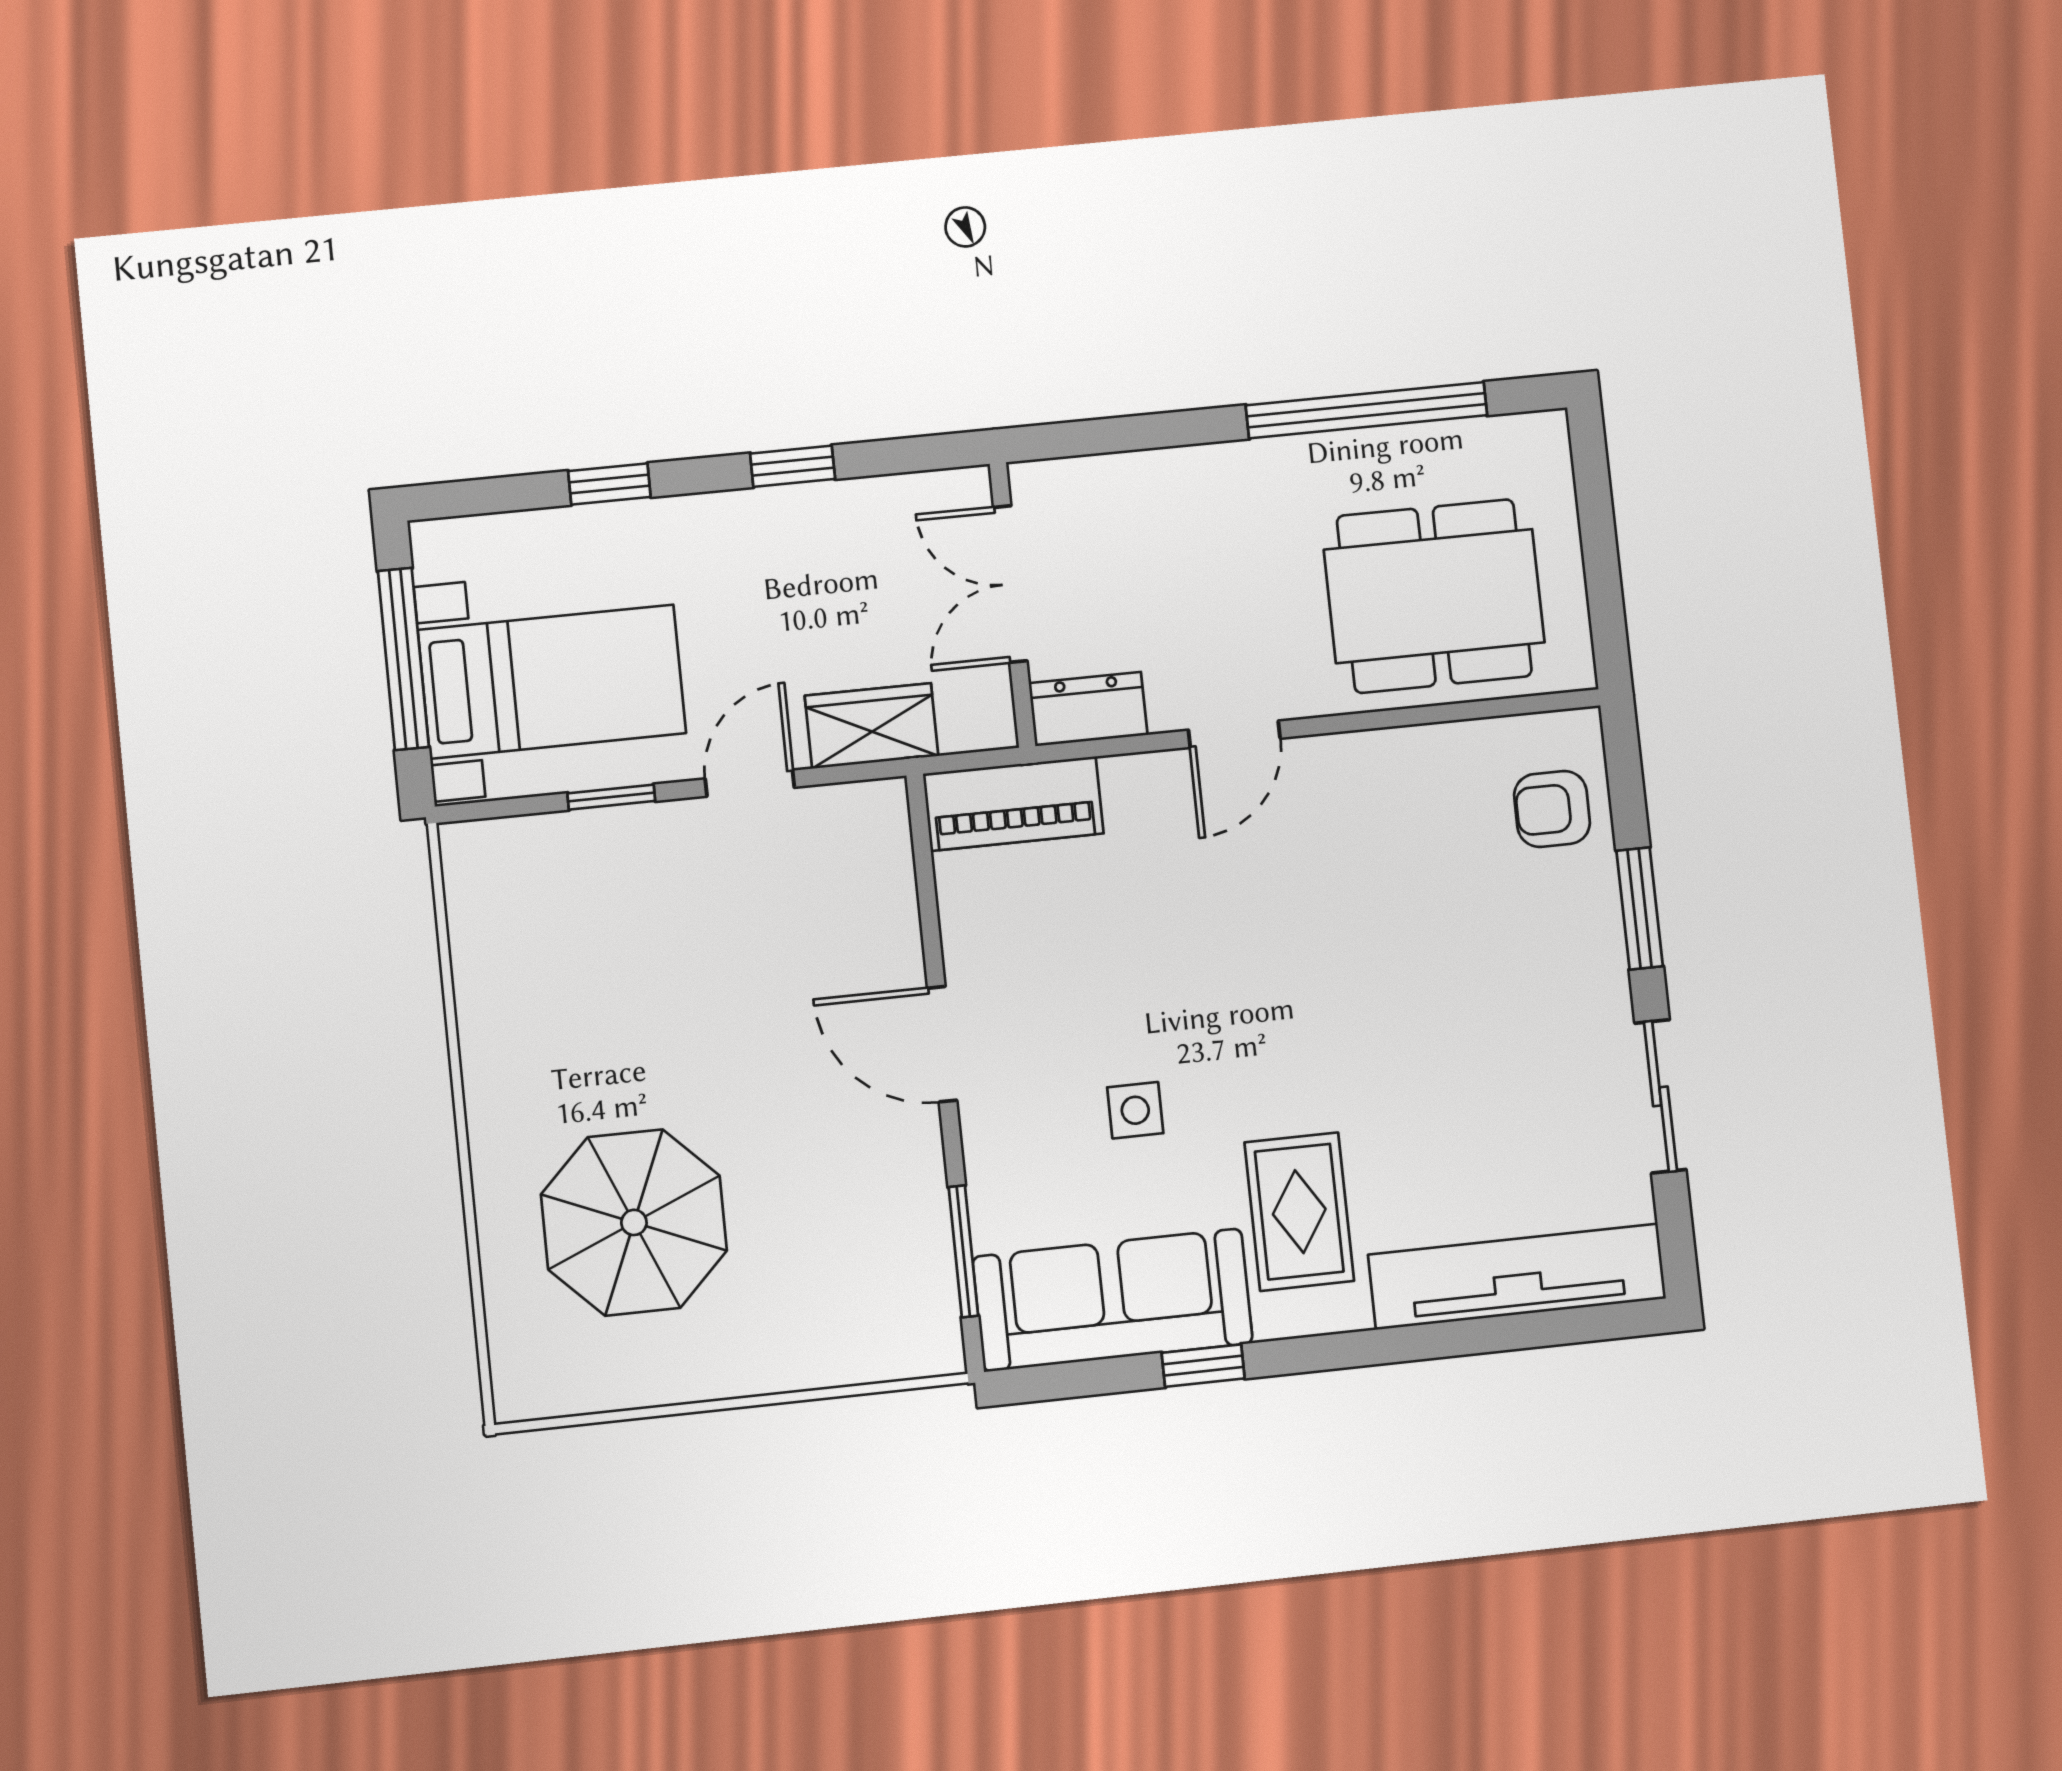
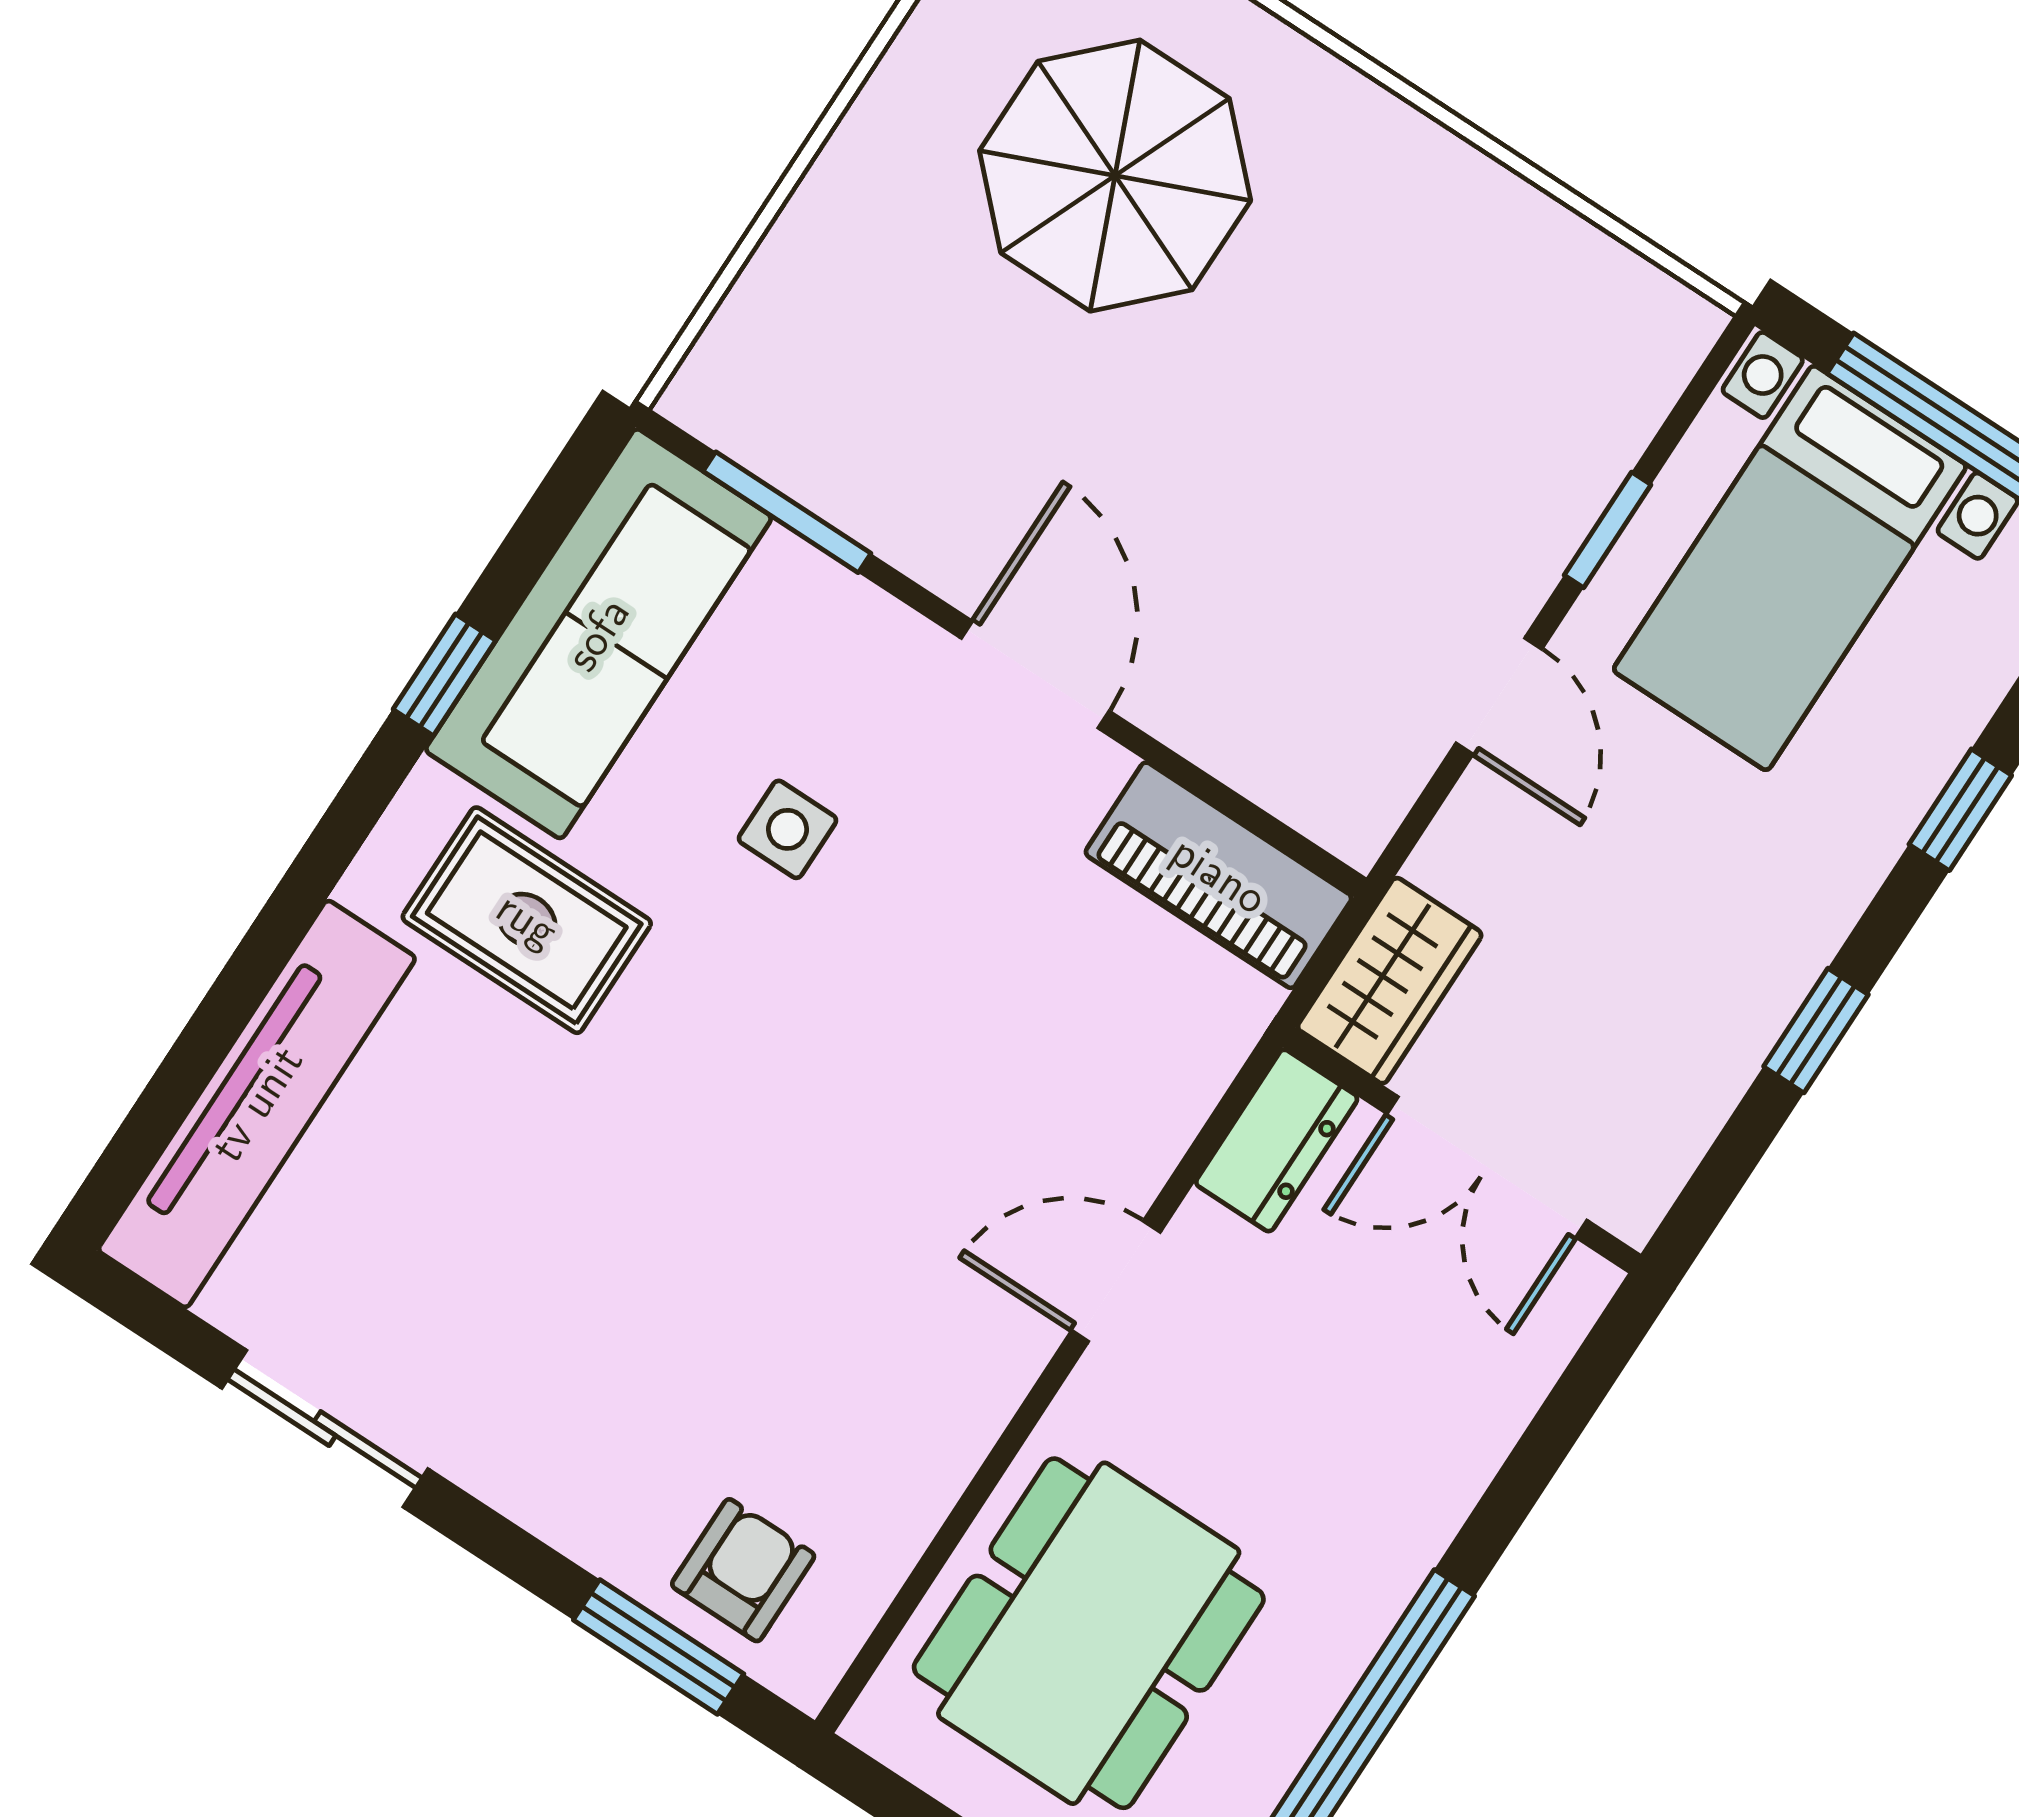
double door: (1010, 584) -> (1487, 1167), swing flipped
wardrobe: (872, 726) -> (1390, 981), moved
door: (1234, 734) -> (1116, 1281), hinge flipped
piano: (1013, 804) -> (1219, 875), moved, turned -90
window: (1640, 908) -> (659, 1647), moved
door: (942, 1044) -> (1035, 675), hinge flipped

